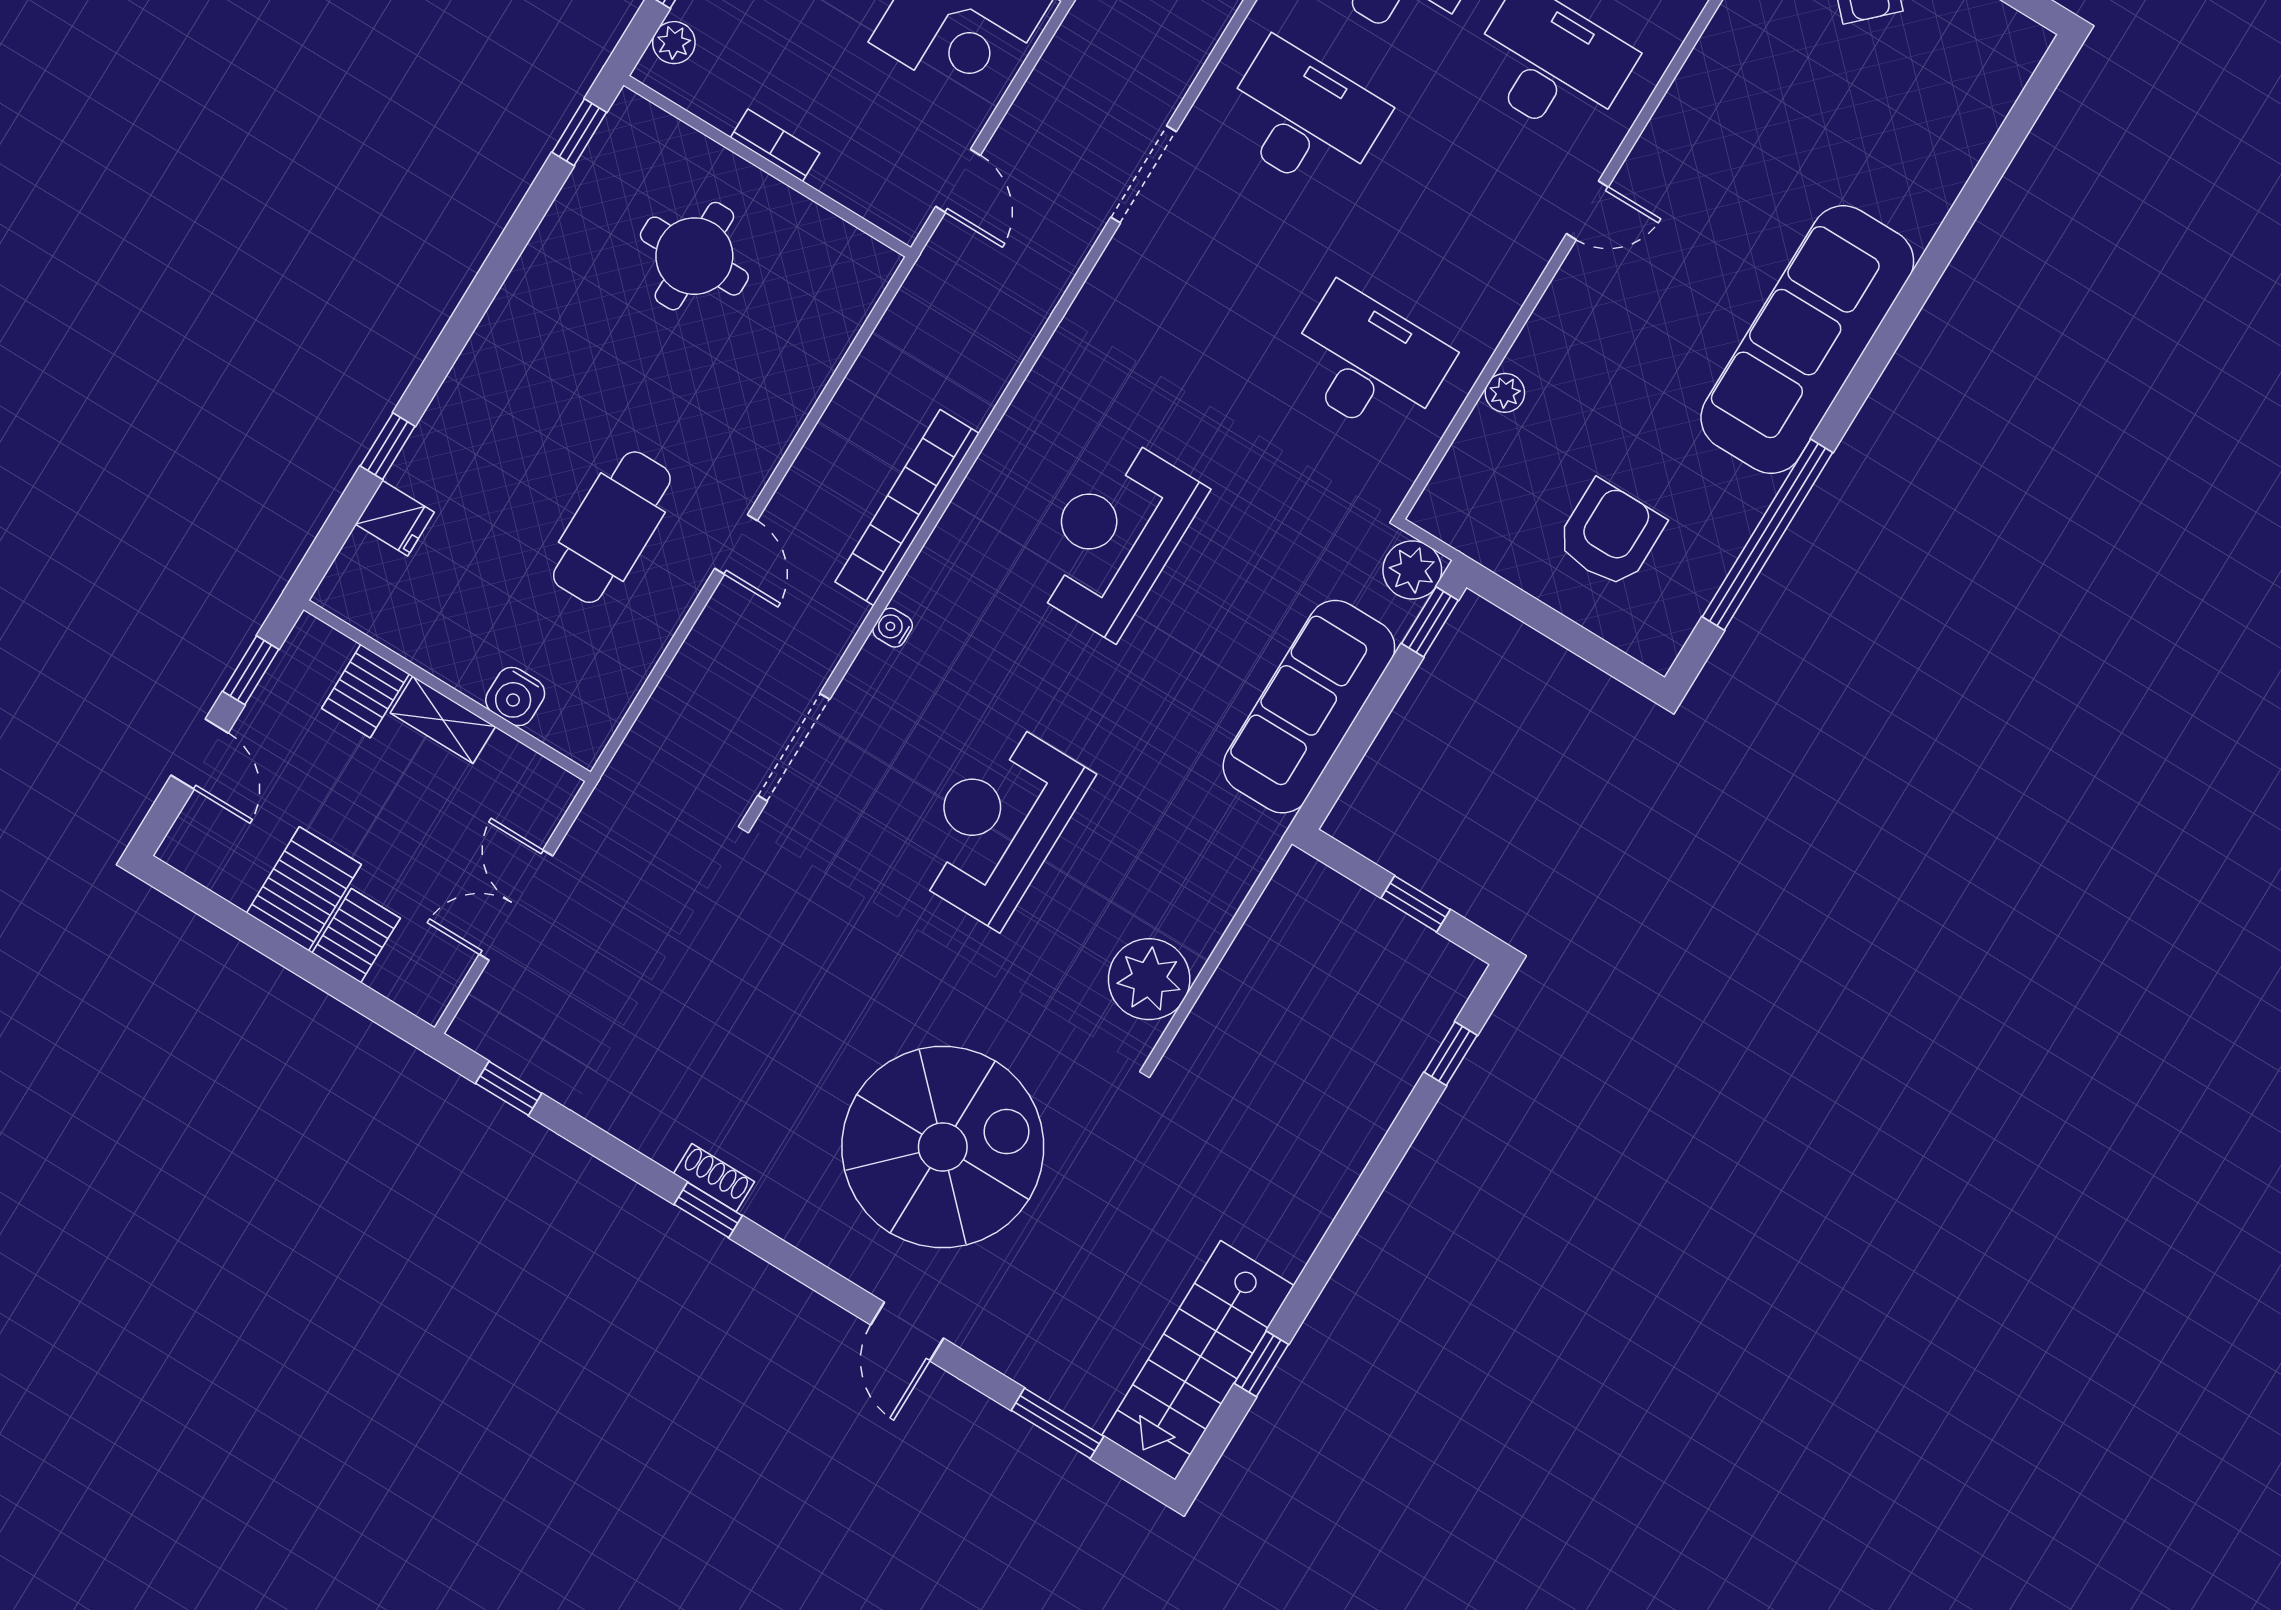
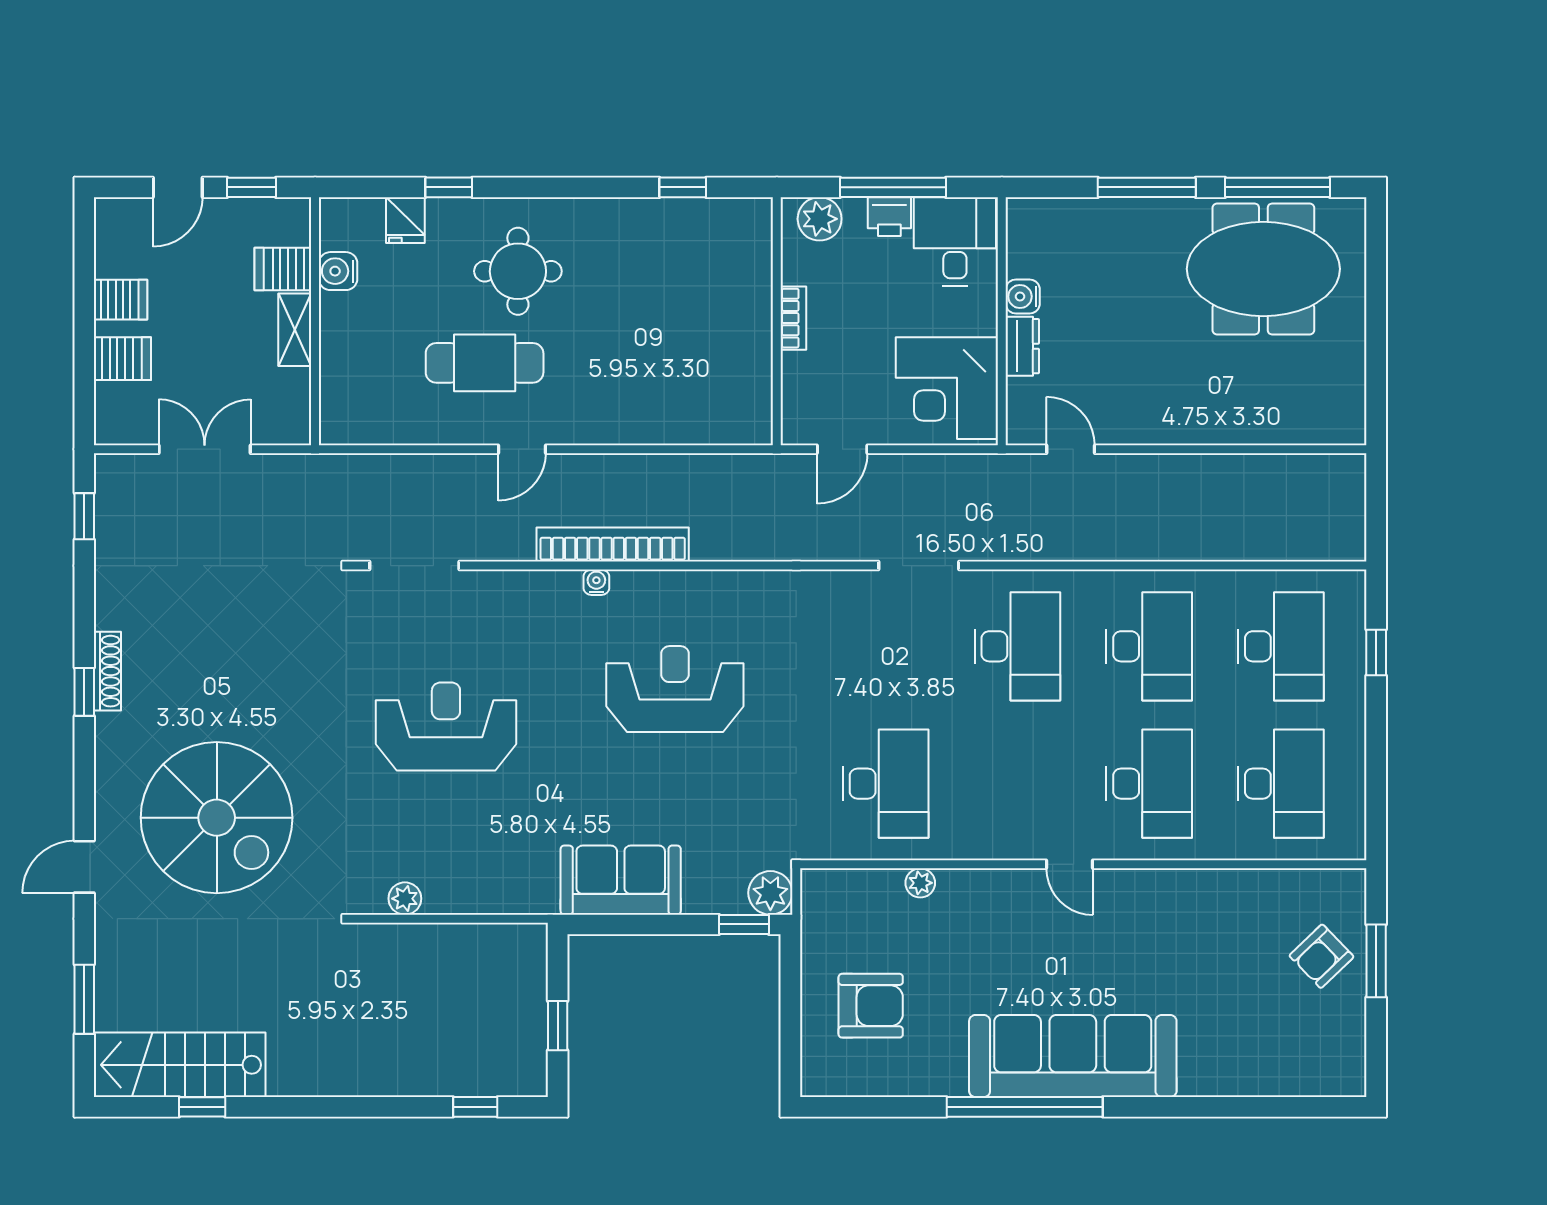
plant: (674, 43) -> (820, 219), width x1.38, depth x1.38
window: (579, 132) -> (683, 187), moved
round table: (694, 256) -> (518, 271), moved
window: (1768, 535) -> (1025, 1107), moved
water cooler: (893, 628) -> (596, 582), moved
water cooler: (515, 696) -> (338, 271), moved
sofa: (1309, 707) -> (621, 880), width x0.73
server rack: (304, 889) -> (120, 300), width x0.73, depth x0.70
plant: (1149, 979) -> (405, 899), width x0.53, depth x0.53
shoe rack: (714, 1178) -> (107, 671), width x1.43

